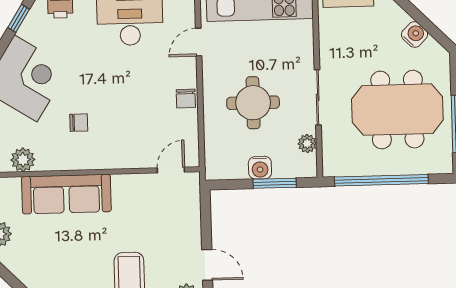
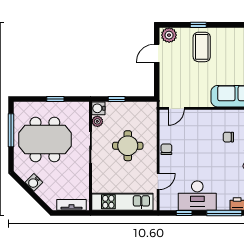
water cooler: (260, 168) -> (98, 108), moved, turned -90
window: (381, 180) -> (55, 99), width x0.32
window: (275, 183) -> (117, 99), width x0.67
door: (207, 265) -> (157, 53), hinge flipped

